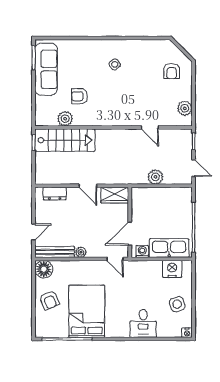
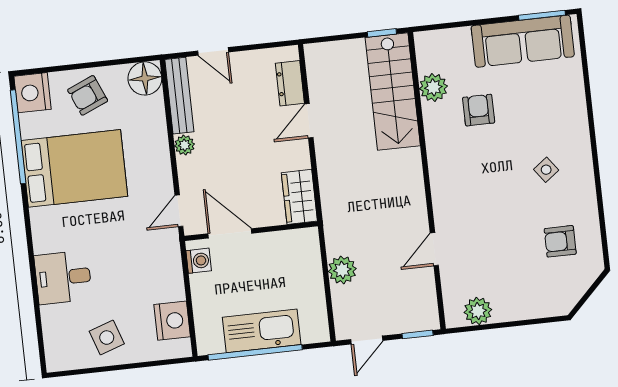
armchair: (172, 71) -> (560, 241), moved
door: (88, 186) -> (309, 121), moved
kitchen sink: (169, 248) -> (262, 331), moved, turned -90
nightstand: (187, 333) -> (33, 93), moved, width x1.89, depth x1.79

